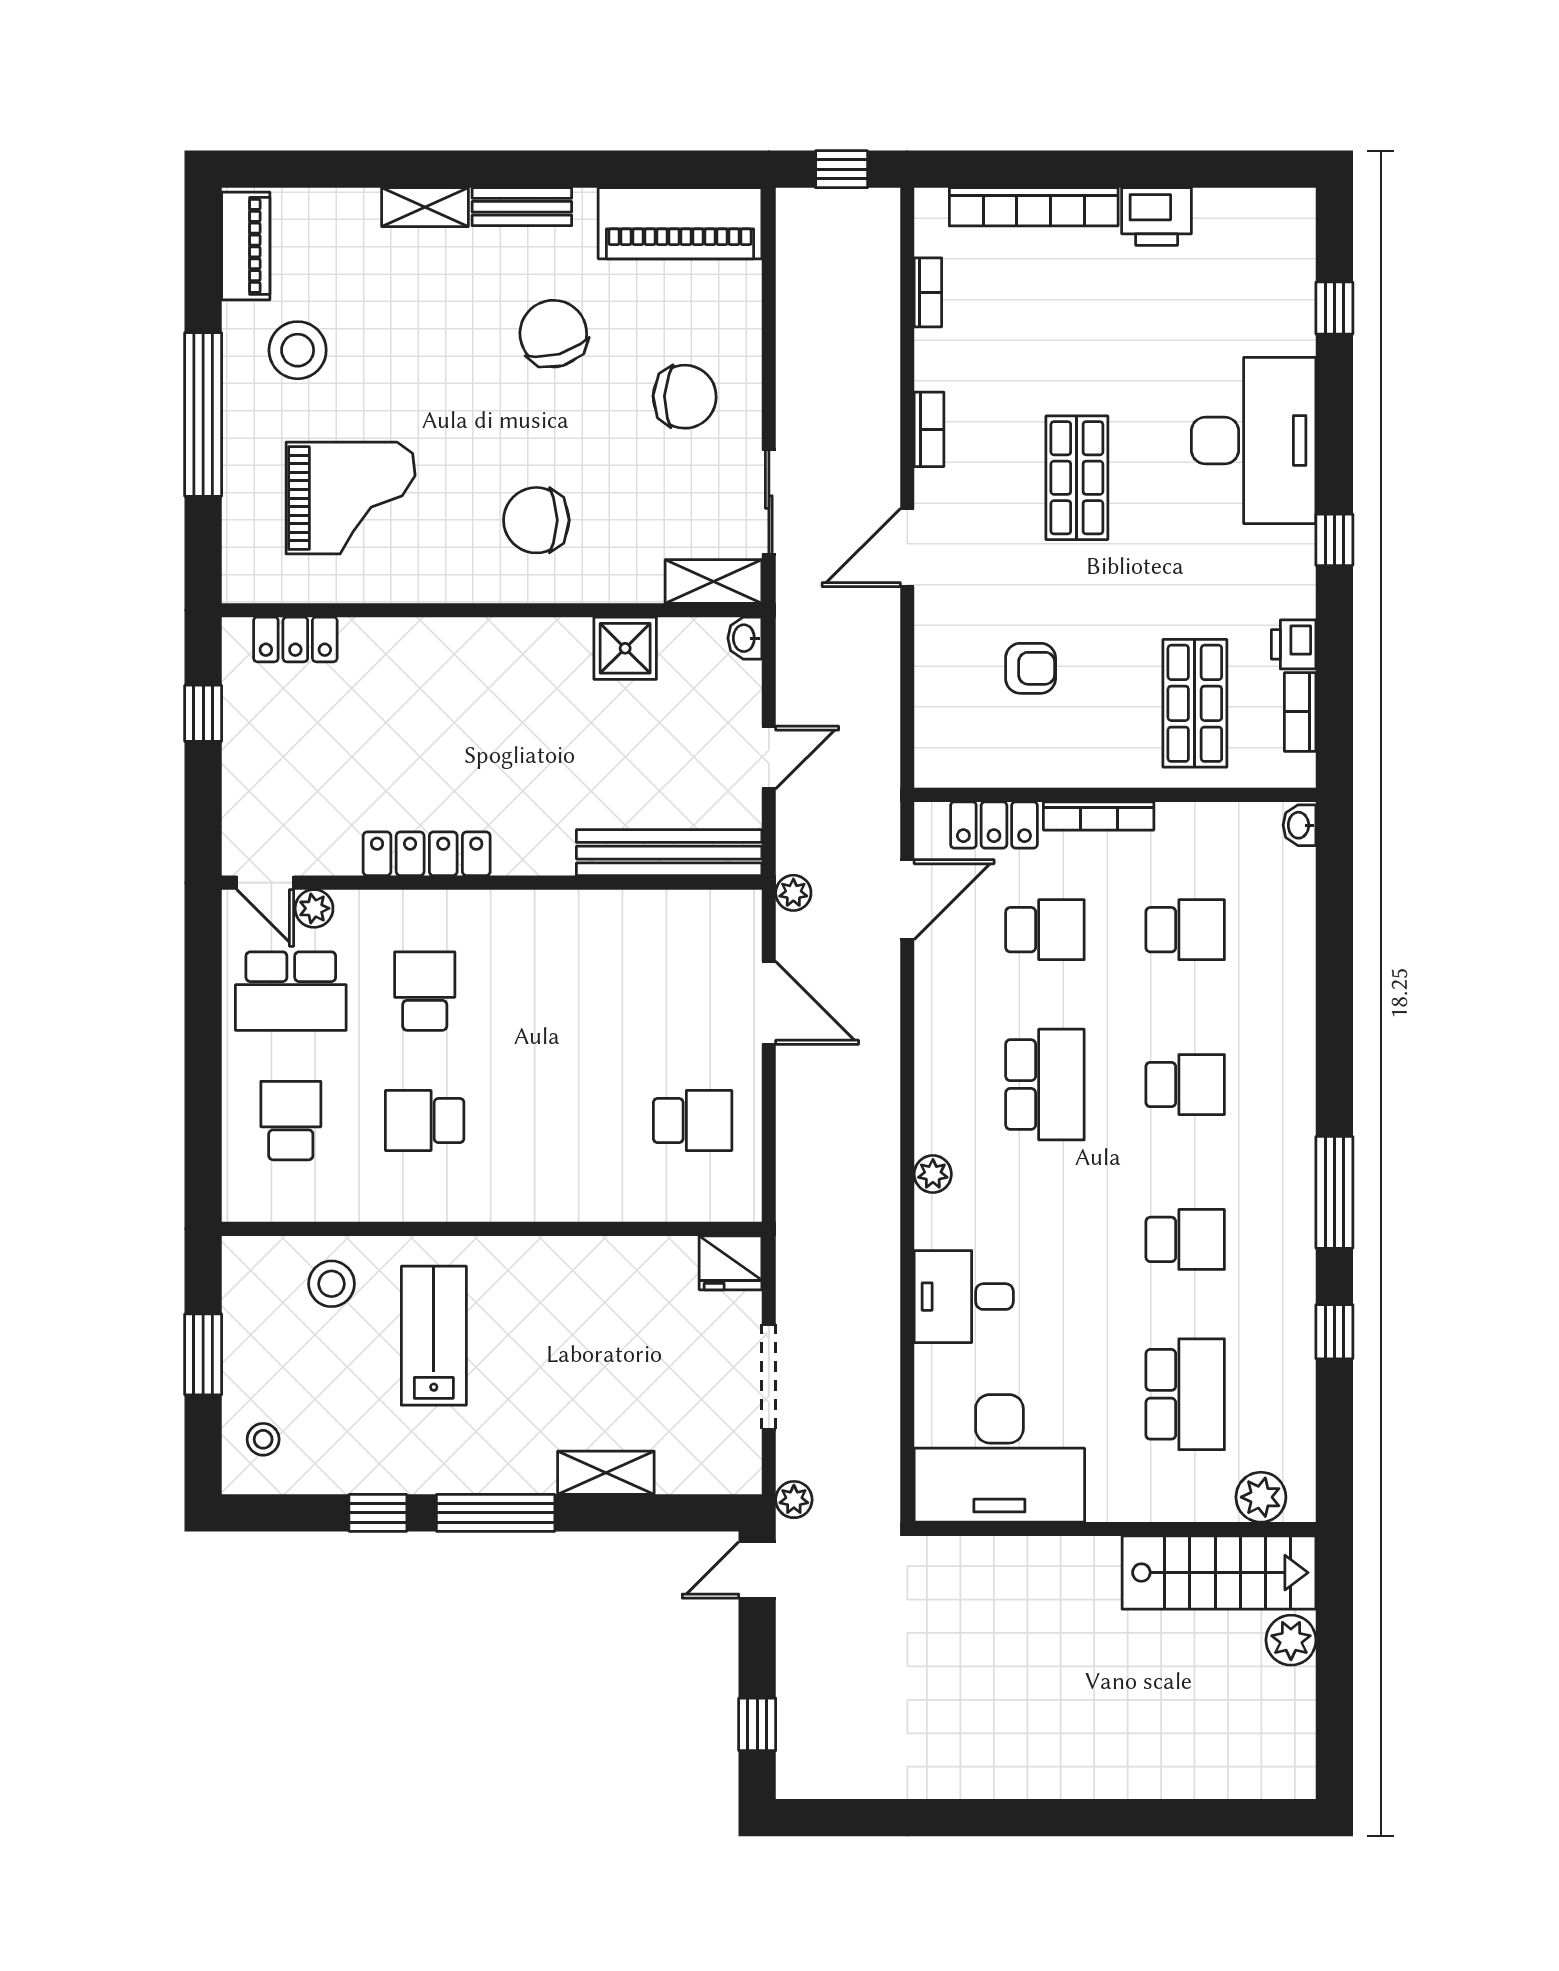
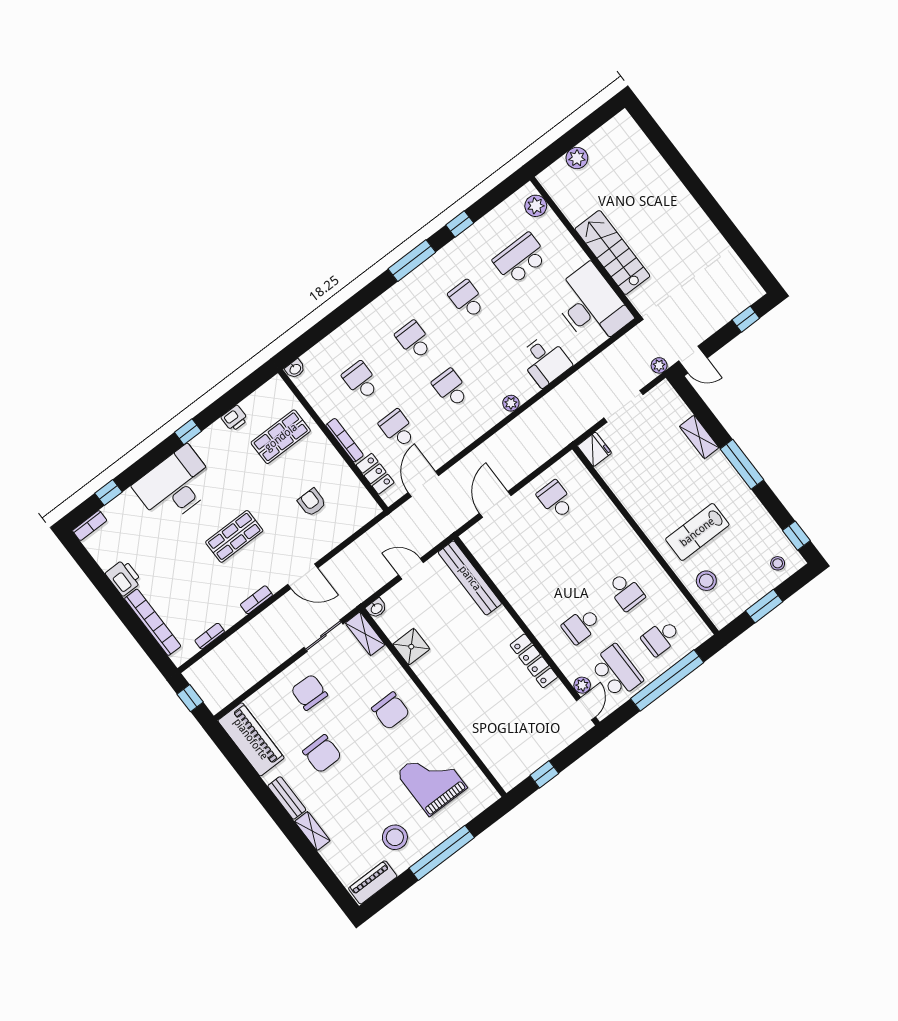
chair: (553, 334) -> (322, 754), turned -74
locker: (295, 639) -> (495, 762), removed
bookcase: (1300, 712) -> (90, 526), moved
plant: (793, 893) -> (451, 525), removed
door: (907, 900) -> (423, 484), hinge flipped
window: (203, 1071) -> (667, 680), added
school desk: (1045, 1085) -> (451, 388), width x0.54
window: (378, 1513) -> (796, 536), moved
stairs: (1219, 1573) -> (612, 252), moved

